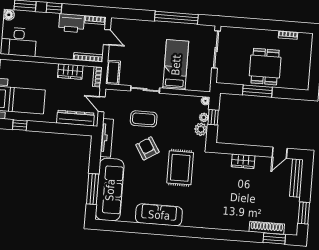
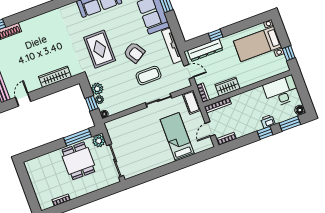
window: (176, 18) -> (160, 172), removed
printer: (71, 23) -> (268, 121), moved, width x0.53, depth x0.68
door: (107, 37) -> (210, 129), hinge flipped
bed: (176, 65) -> (177, 137), moved, turned 180
dining table: (265, 67) -> (78, 161), moved
plant: (223, 77) -> (99, 141), added
window: (257, 91) -> (78, 137), moved
window: (20, 125) -> (216, 35), moved
wardrobe: (243, 161) -> (55, 77), width x1.50

